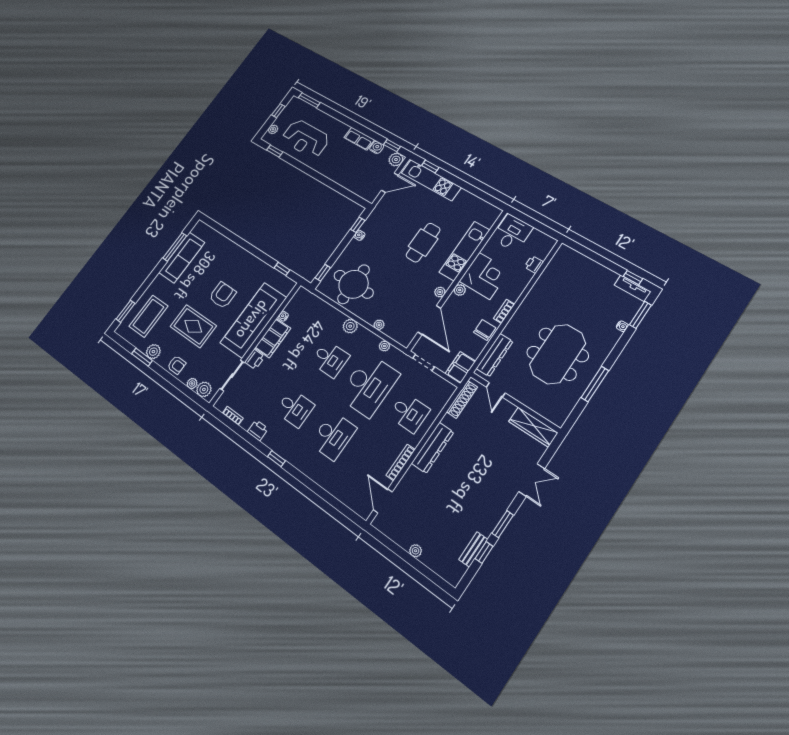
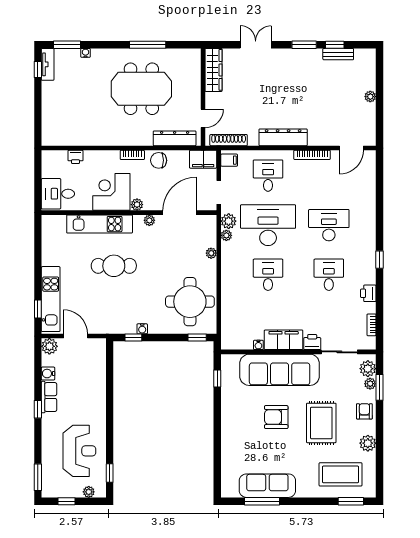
window: (392, 146) -> (38, 409), moved
plant: (350, 326) -> (229, 221), moved
window: (142, 357) -> (380, 387), moved
filing cabinet: (445, 389) -> (229, 160), added

